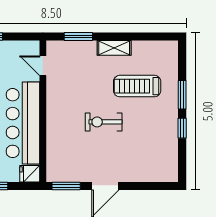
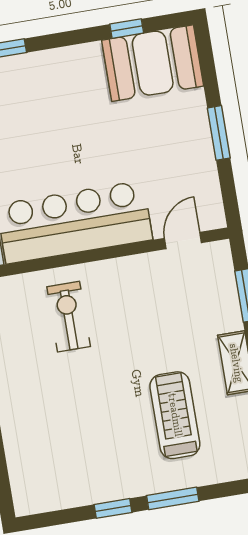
exercise bike: (104, 122) -> (69, 317), moved

